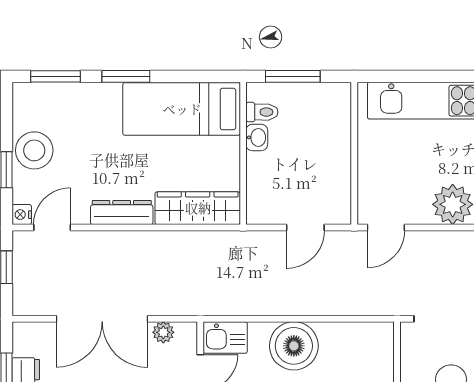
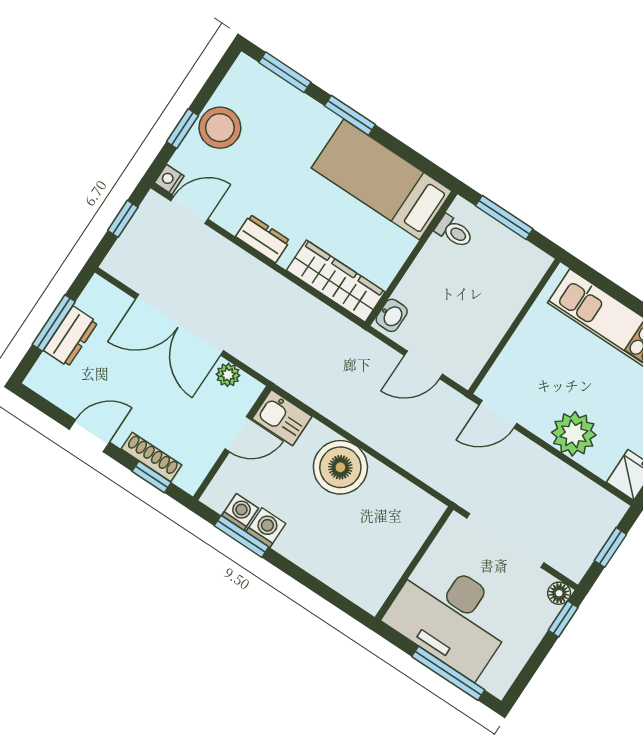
washbasin: (257, 137) -> (392, 315), moved
dresser: (122, 213) -> (263, 239), width x0.70

